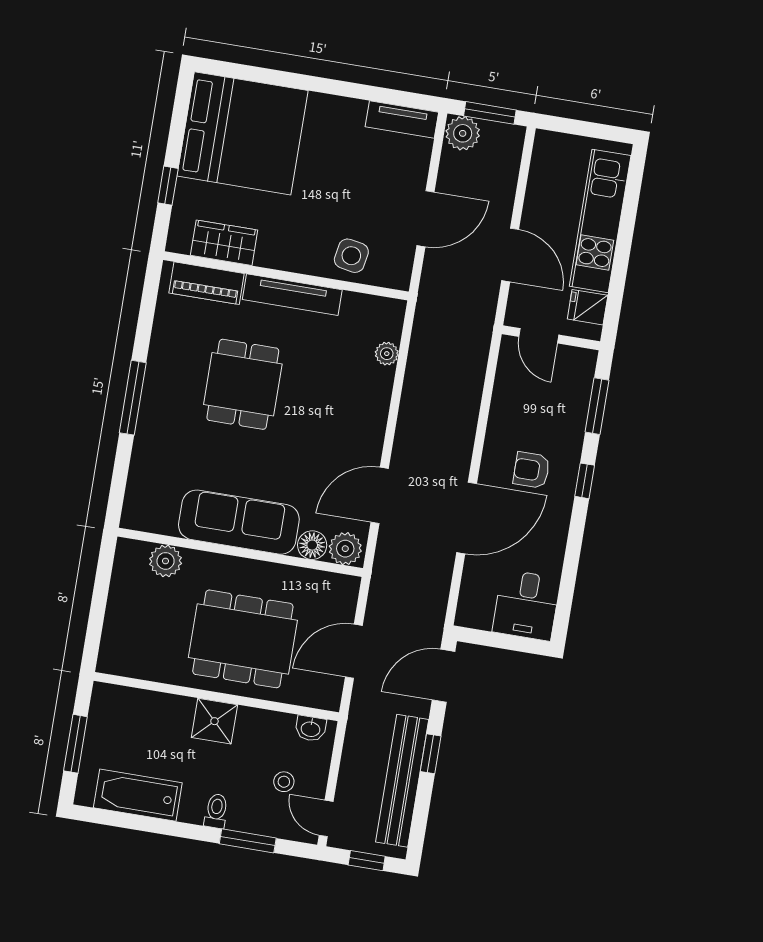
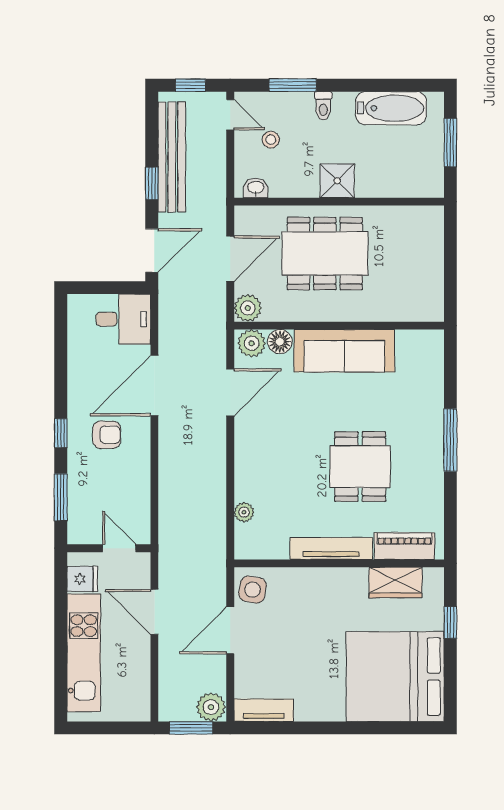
side table: (351, 256) -> (253, 590), moved
plant: (166, 561) -> (248, 308), moved
desk: (526, 605) -> (123, 319), moved, turned 90

